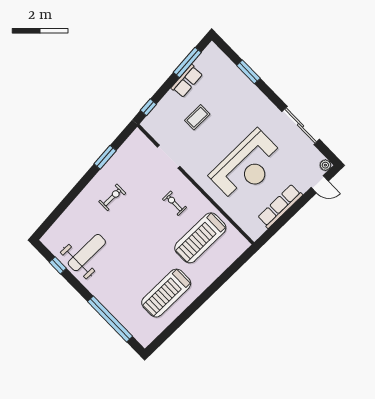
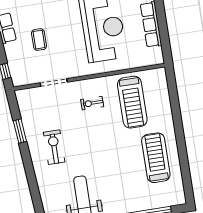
exercise bike: (112, 197) -> (54, 147), width x1.38, depth x1.39
treadmill: (166, 293) -> (156, 158), turned 180

